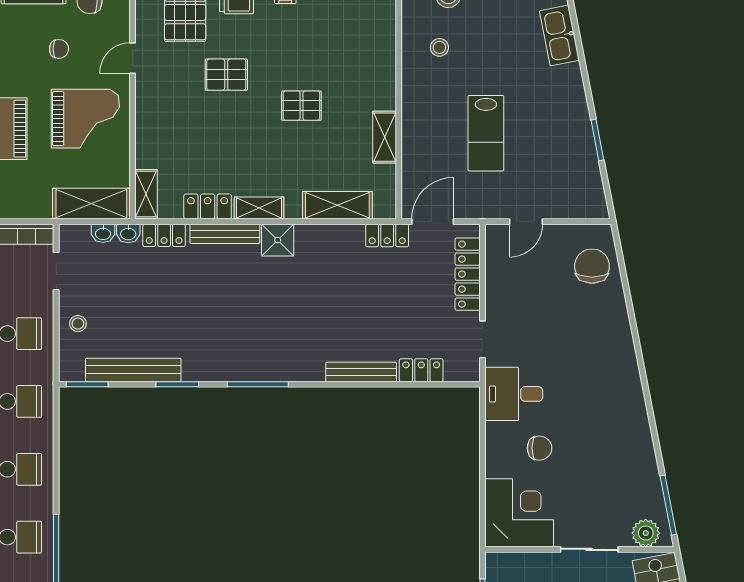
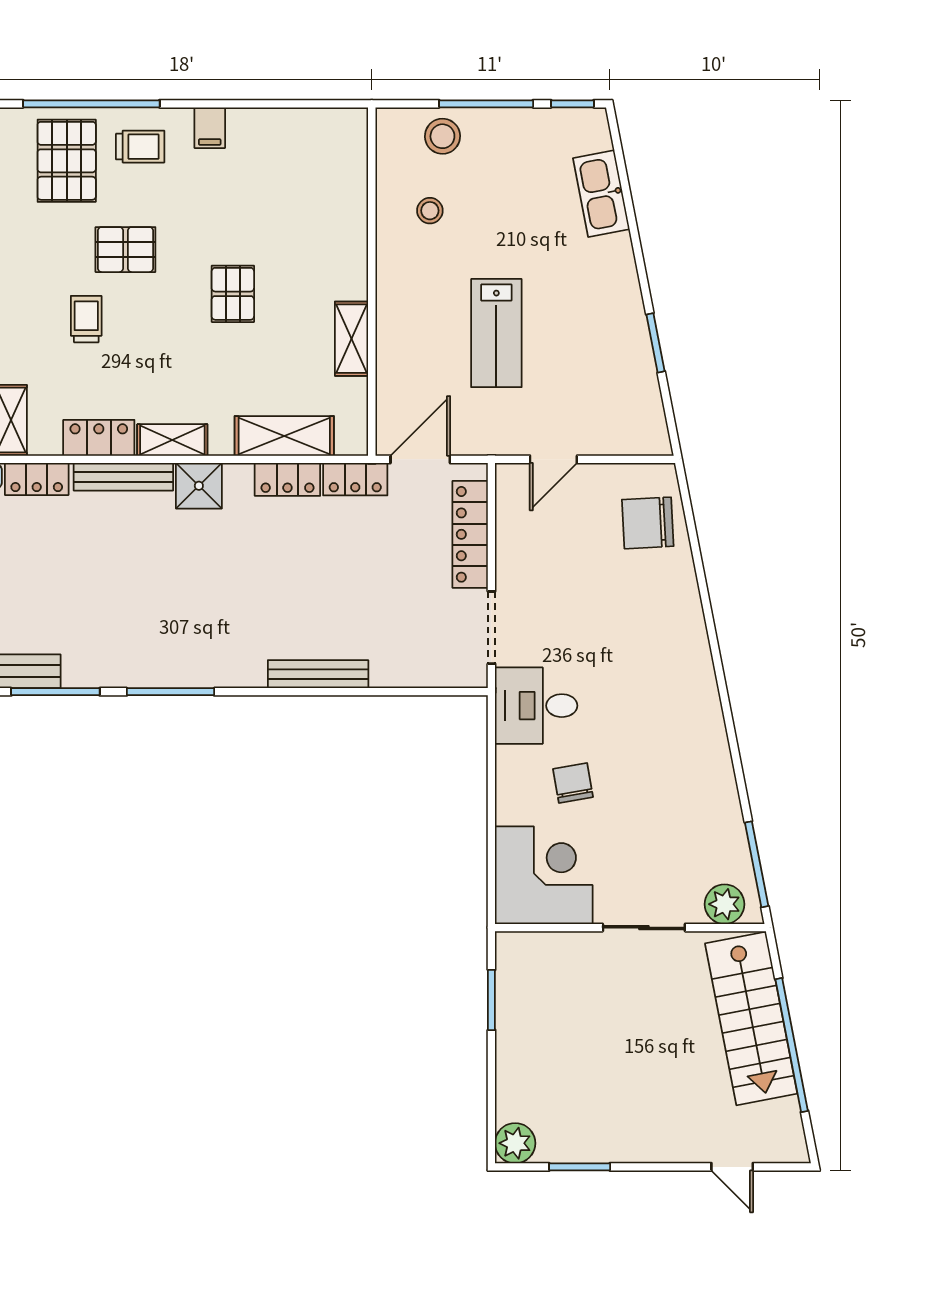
pallet: (301, 106) -> (233, 294), turned 90
trolley: (199, 123) -> (86, 319), added
chair: (592, 266) -> (648, 523), turned -93
doorway: (483, 339) -> (491, 628), width x1.38
locker: (421, 370) -> (287, 479), moved, turned 180
window: (177, 384) -> (55, 692), width x1.44
chair: (540, 448) -> (573, 783), turned -100

